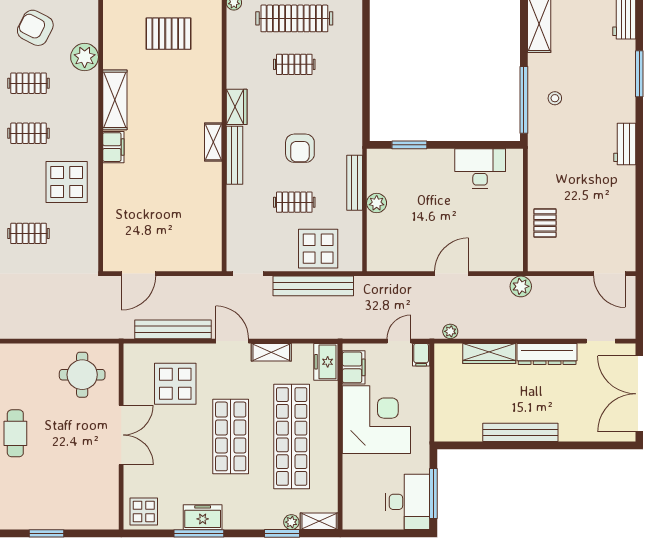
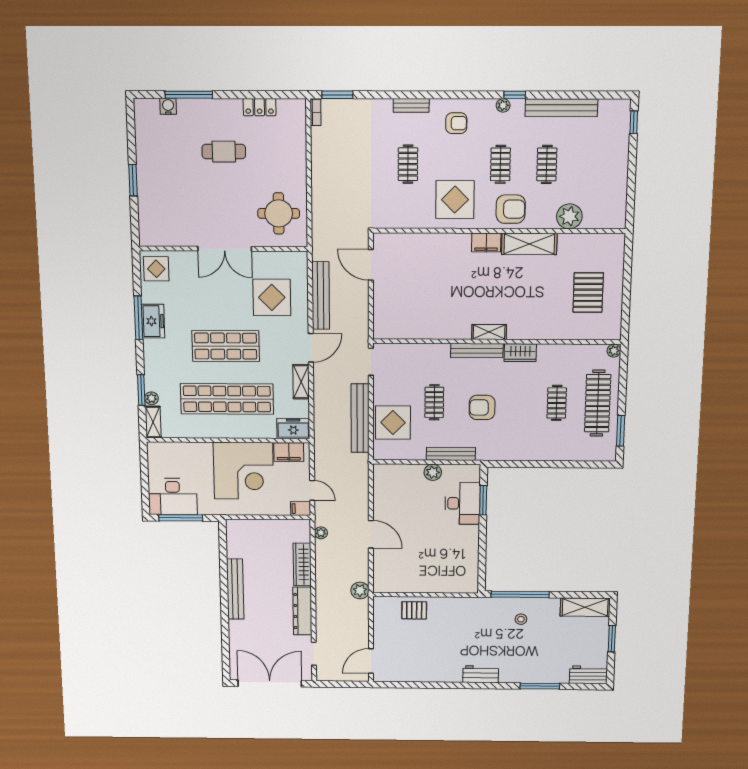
armchair: (35, 28) -> (511, 209), moved, turned 63
desk: (480, 169) -> (463, 503), moved

